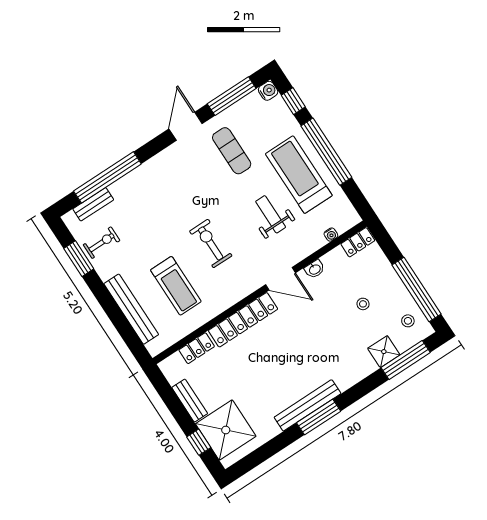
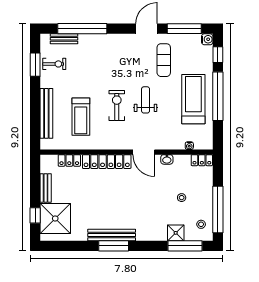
weight bench: (271, 214) -> (146, 100), moved

